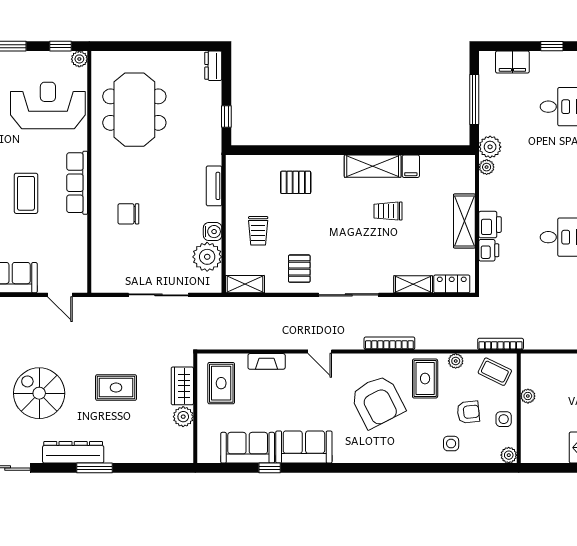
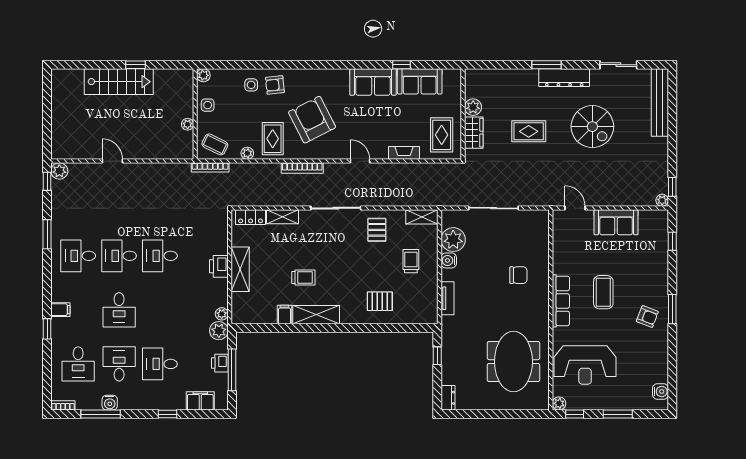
printer: (489, 250) -> (220, 363), moved
armchair: (468, 412) -> (275, 85), moved

